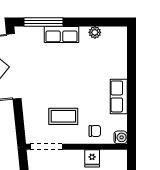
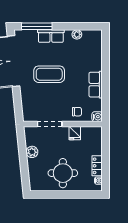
coffee table: (63, 116) -> (49, 74), moved, width x1.36, depth x1.32
doorway: (46, 147) -> (50, 124), moved

